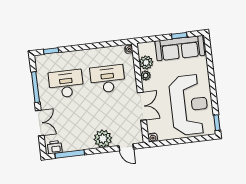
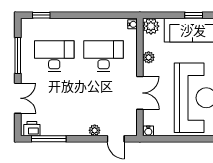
plant: (146, 63) -> (151, 26), moved
plant: (103, 139) -> (95, 130), width x0.53, depth x0.53

